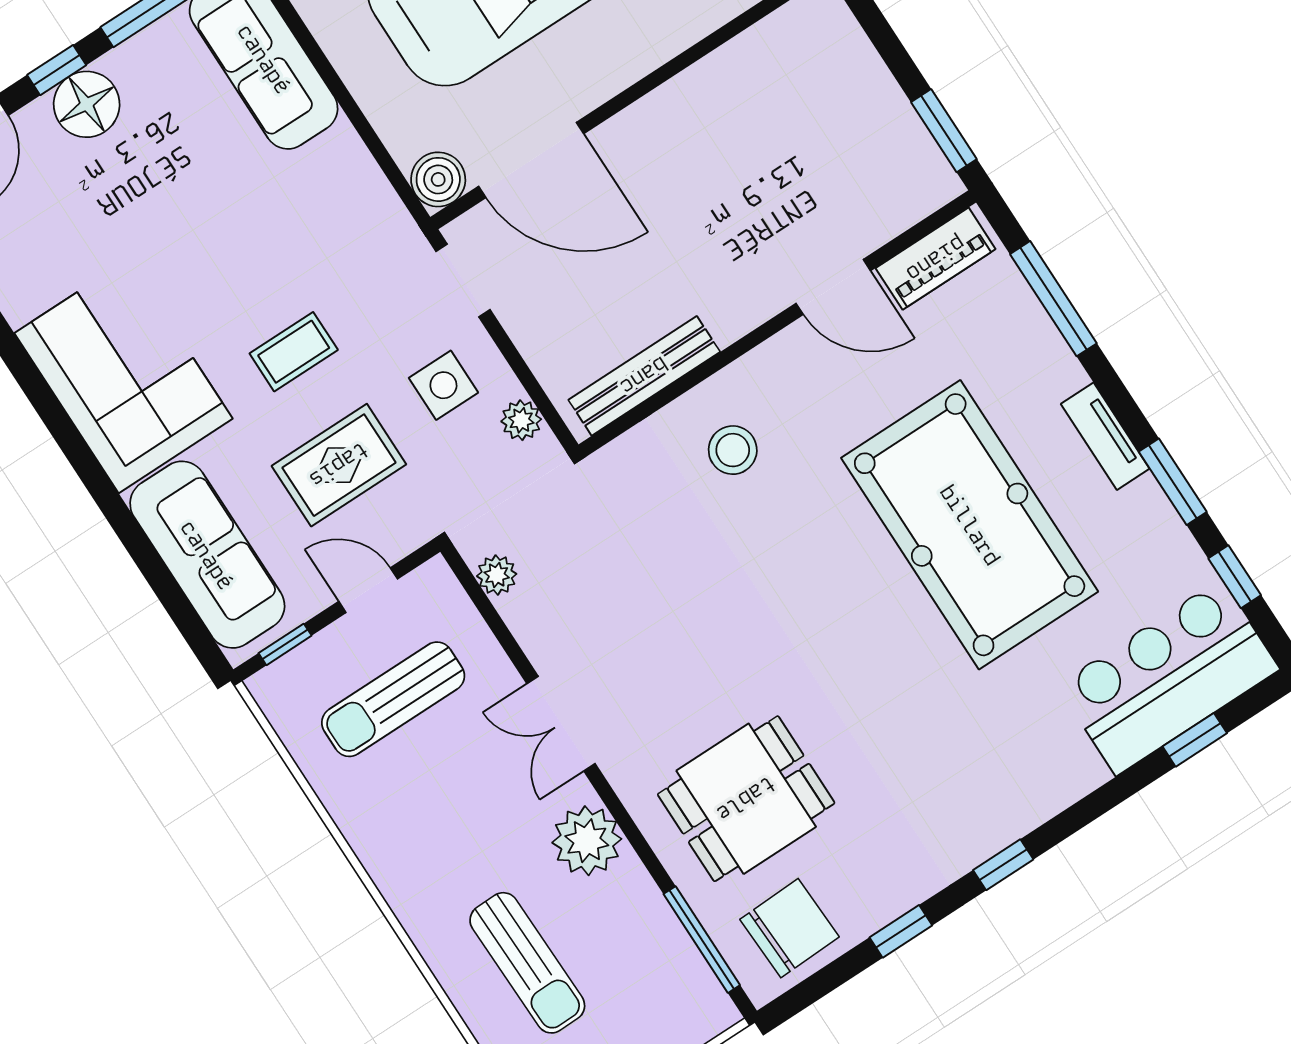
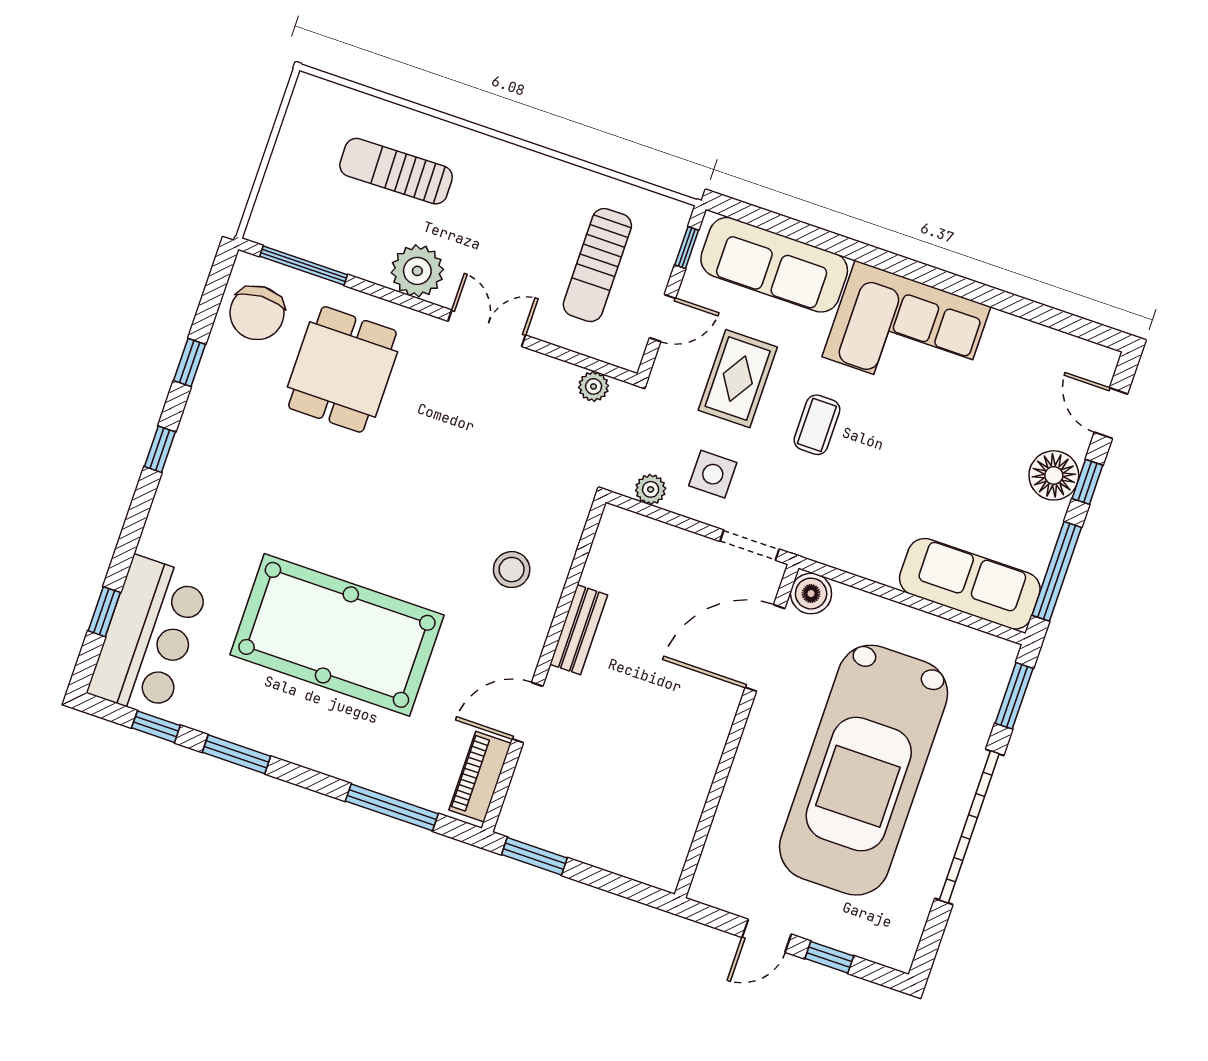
bench: (644, 376) -> (579, 630), moved, width x0.73
tv unit: (1105, 436) -> (298, 750), removed
sun lounger: (393, 699) -> (597, 265), turned 180

